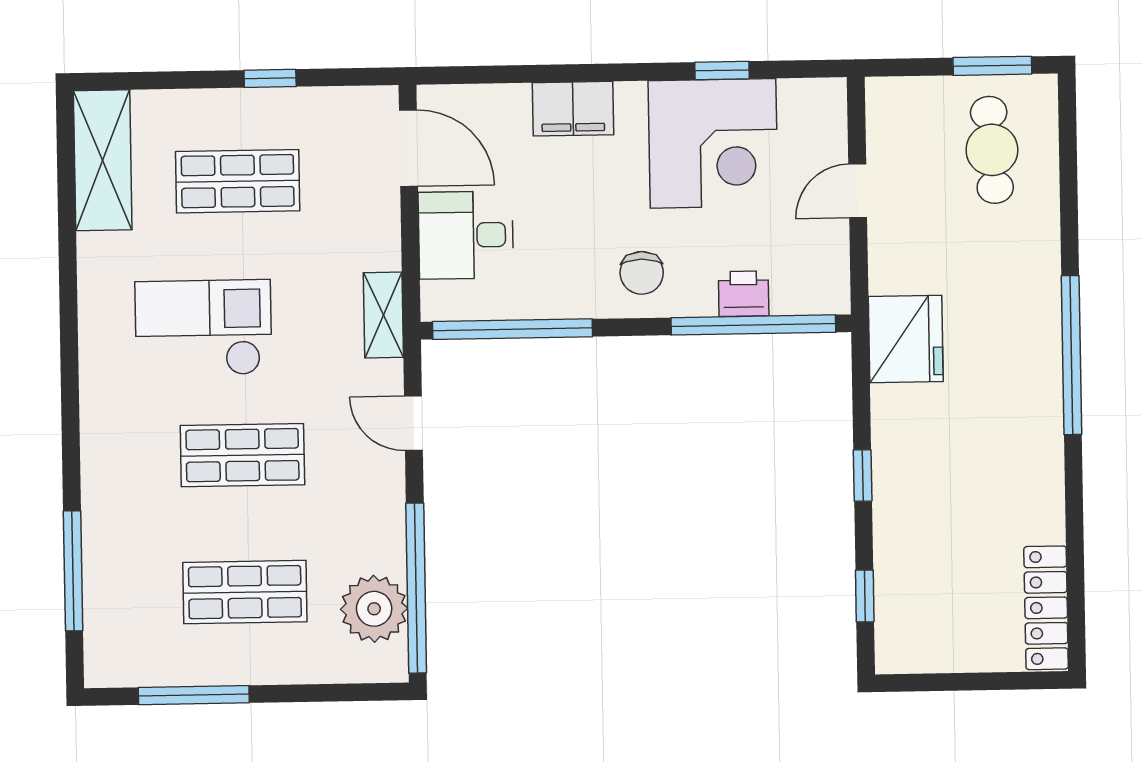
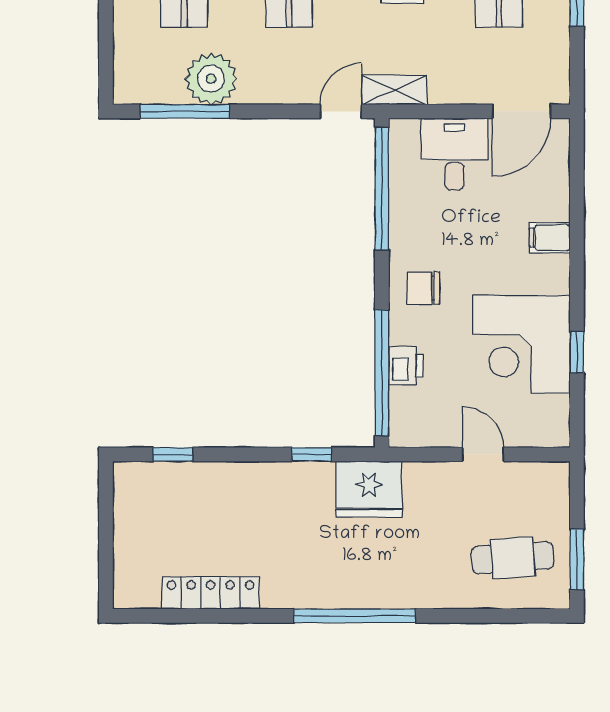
filing cabinet: (573, 109) -> (550, 238), width x0.50
door: (413, 423) -> (341, 111), moved
window: (863, 476) -> (312, 454), moved
window: (416, 588) -> (185, 111), width x0.68
locker: (1046, 608) -> (211, 593), moved
plant: (374, 609) -> (211, 79), moved

